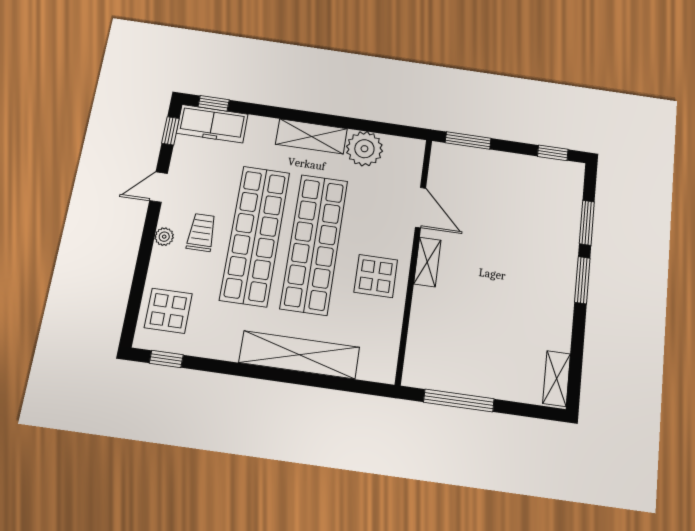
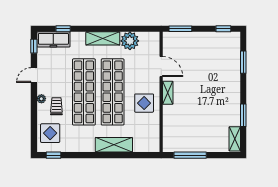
window: (214, 103) -> (63, 29), moved
trolley: (201, 232) -> (56, 106), moved
window: (582, 280) -> (243, 115), moved
shelving: (299, 355) -> (114, 145), width x0.68

